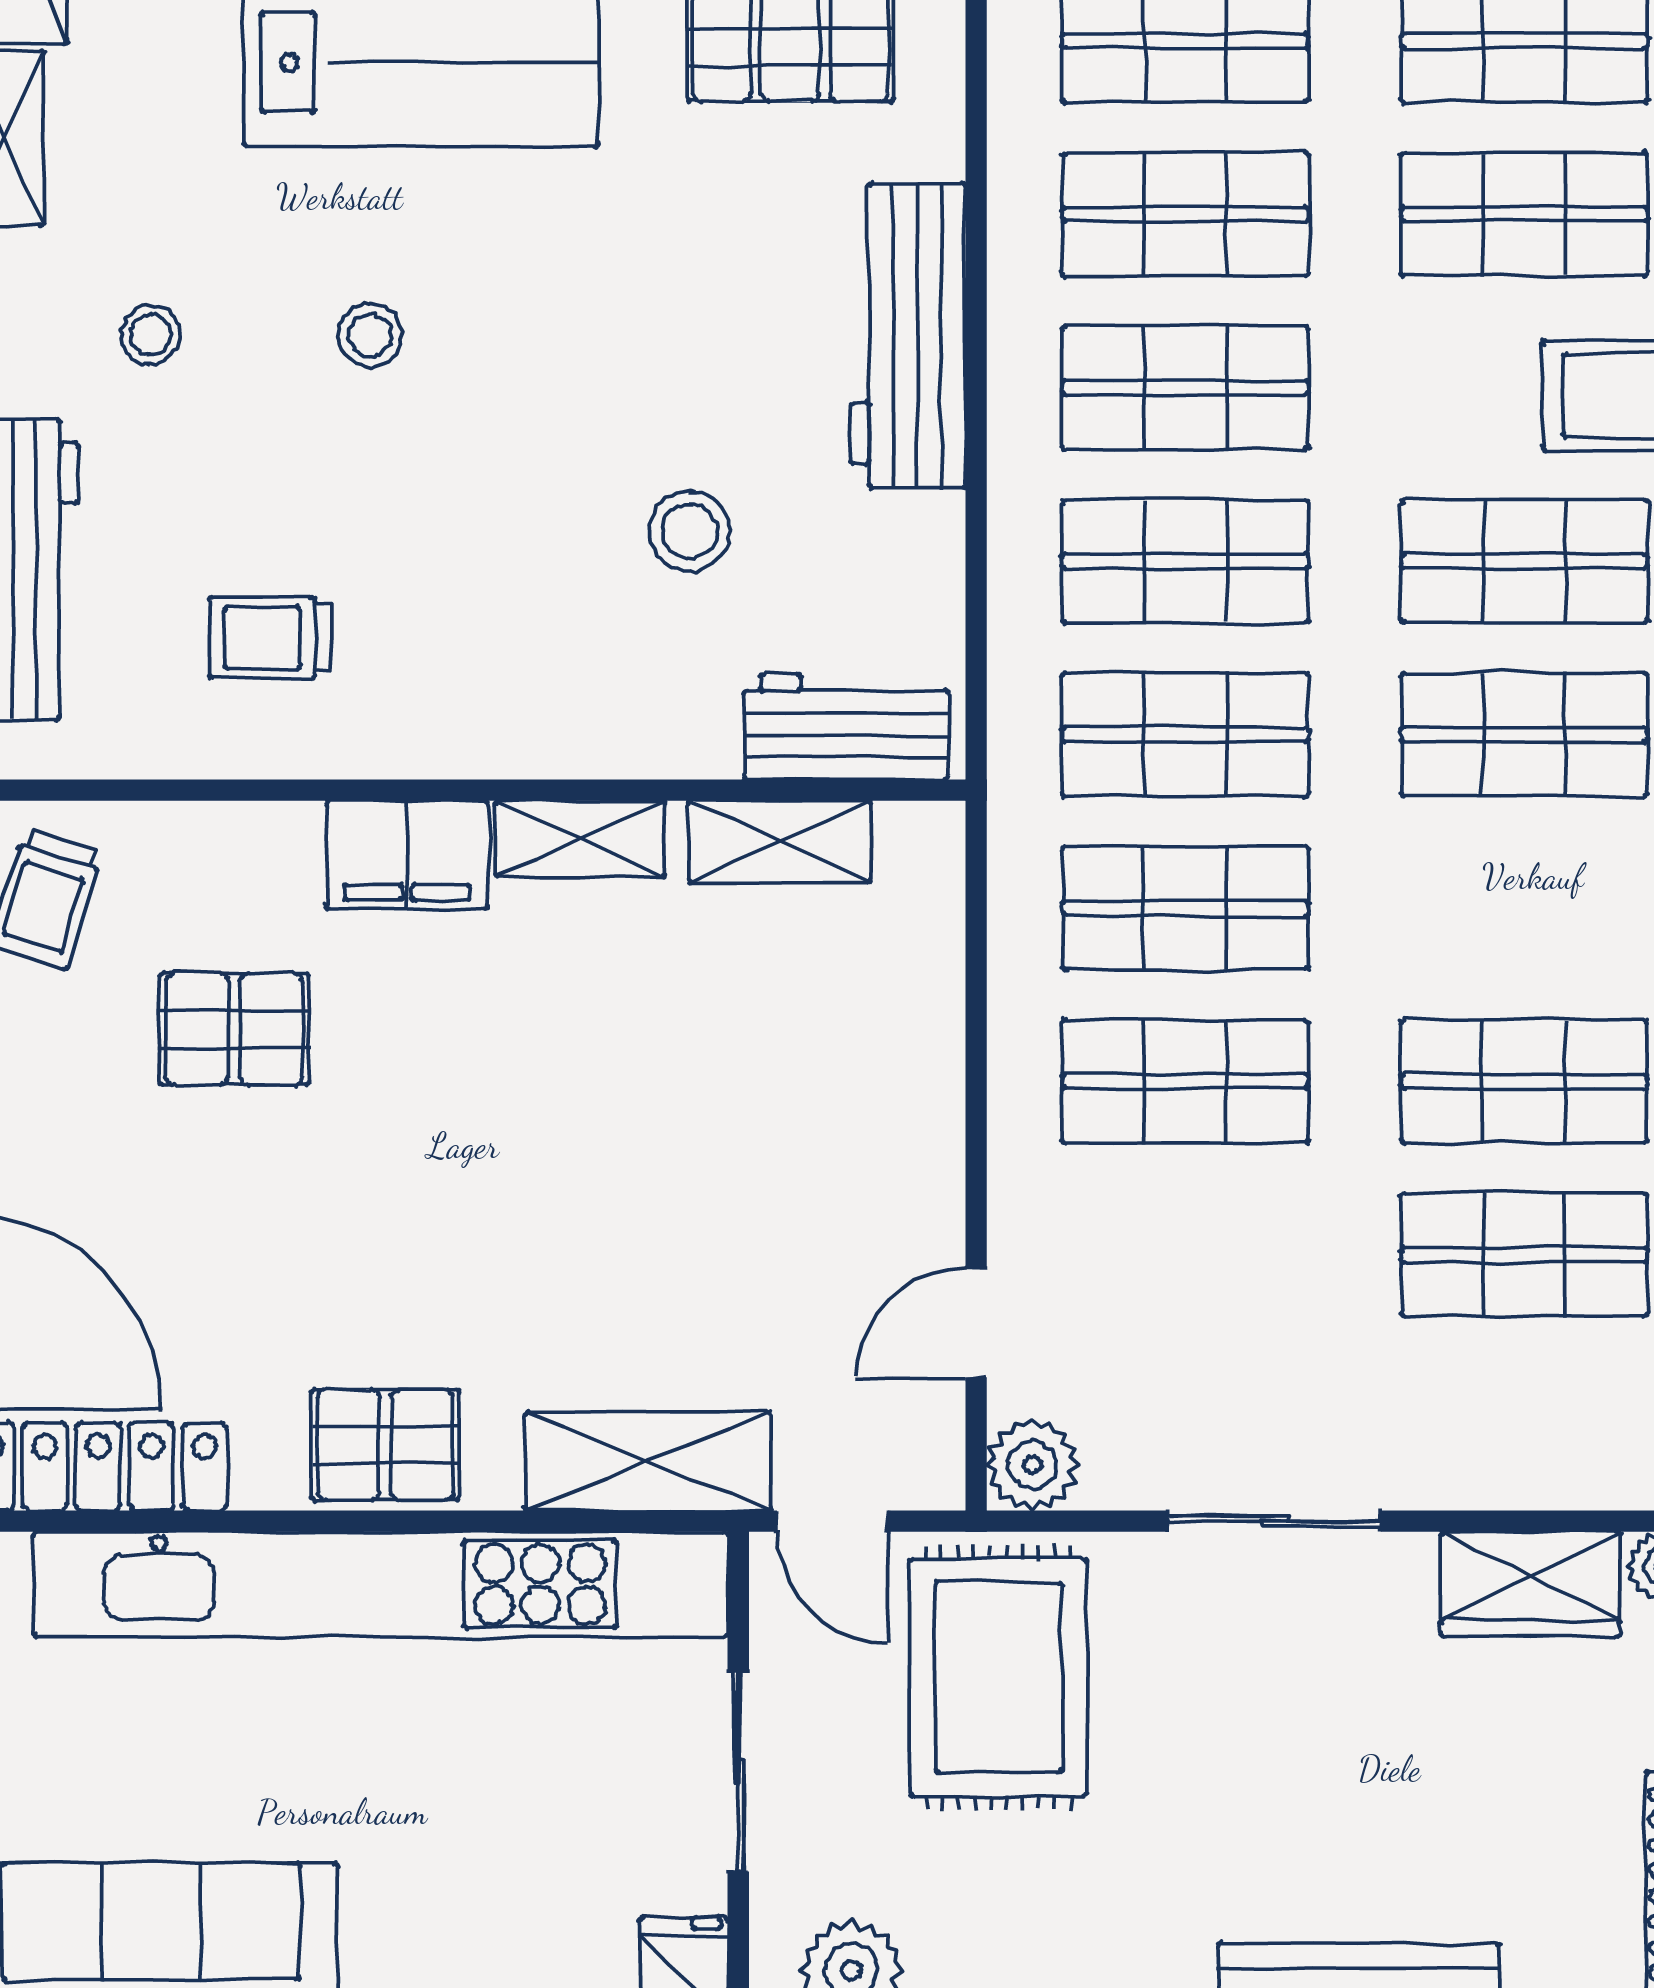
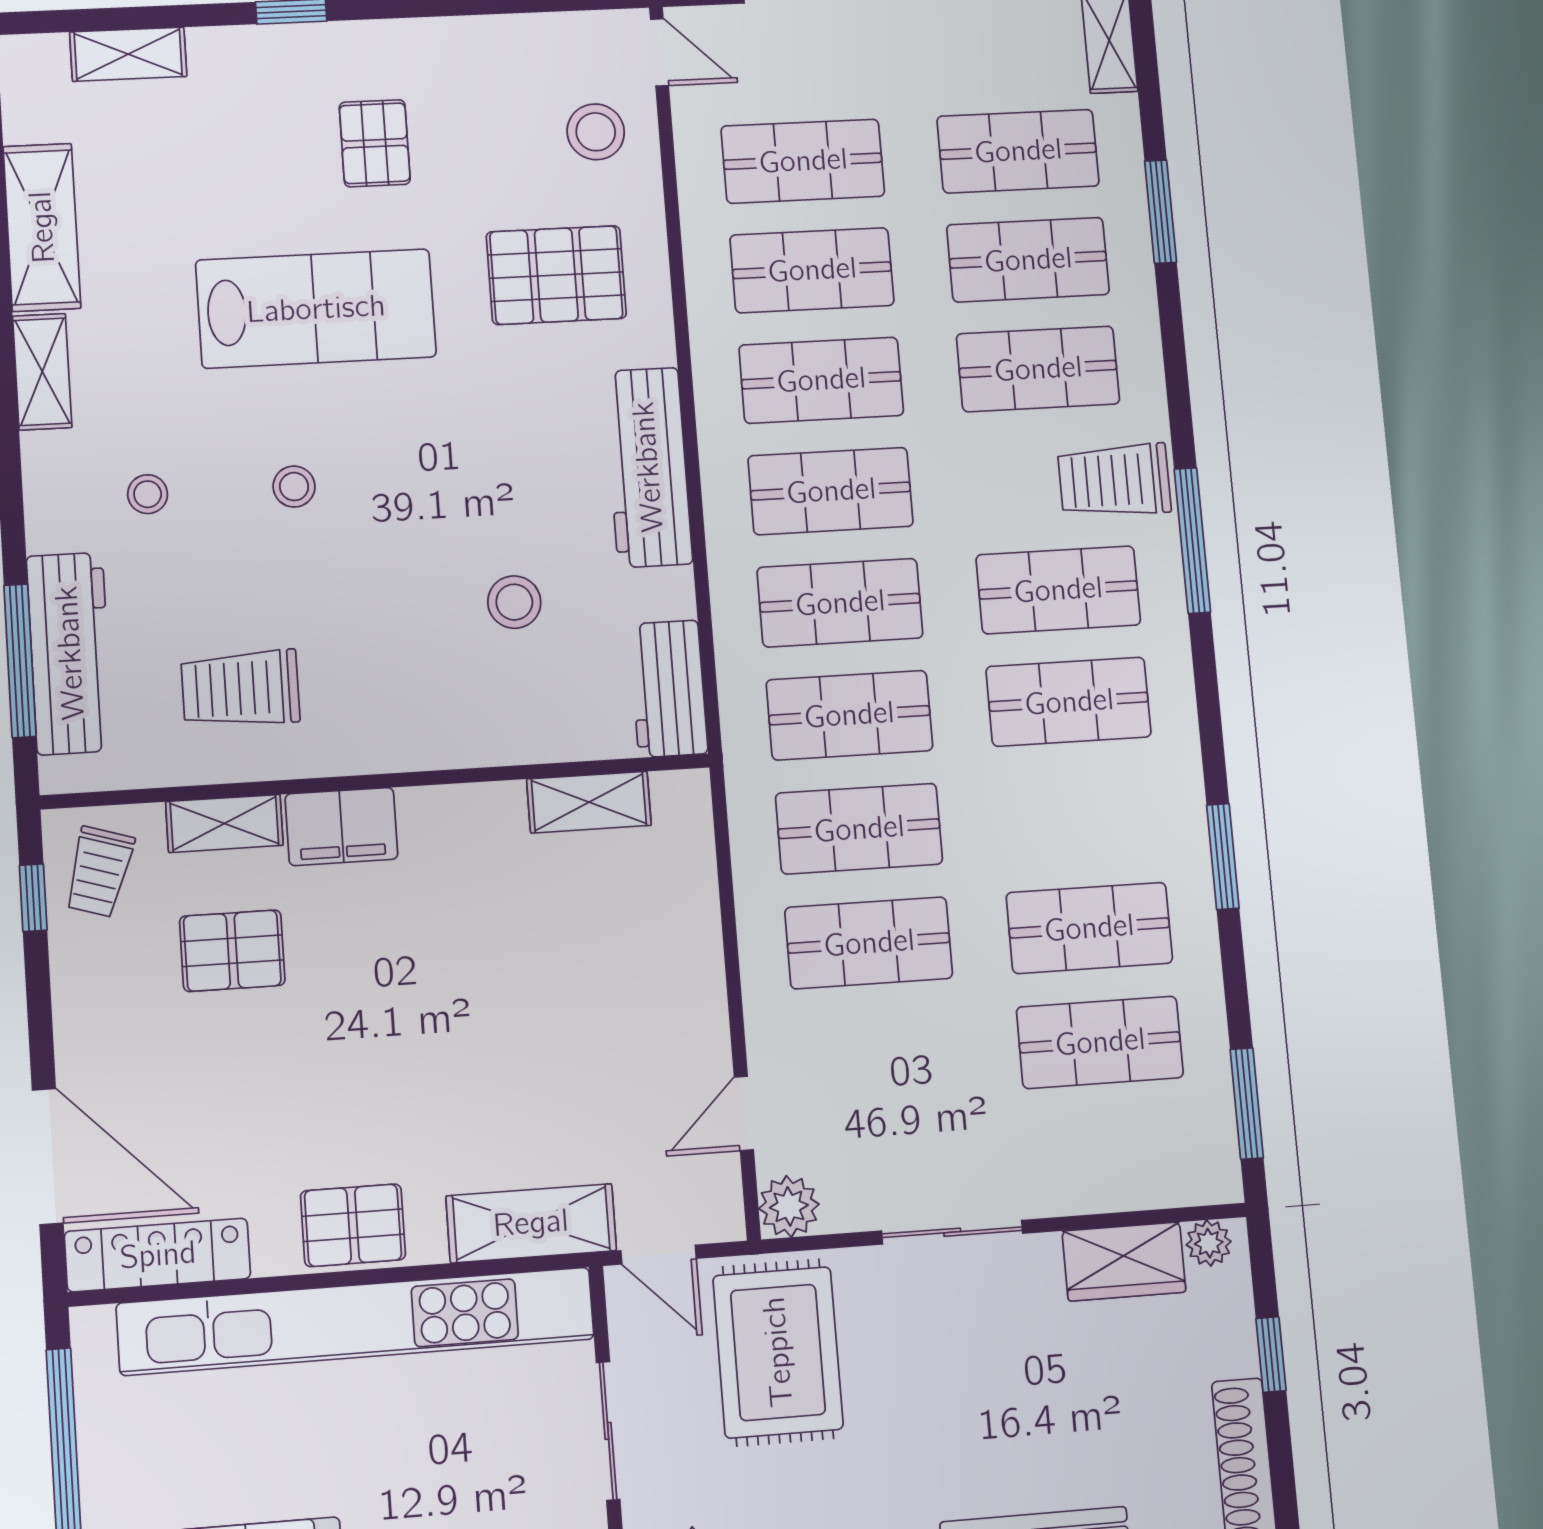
trolley: (271, 638) -> (241, 689), width x1.36, depth x1.39
workbench: (846, 727) -> (668, 689), moved, turned -90
shelving: (580, 839) -> (224, 823), moved

